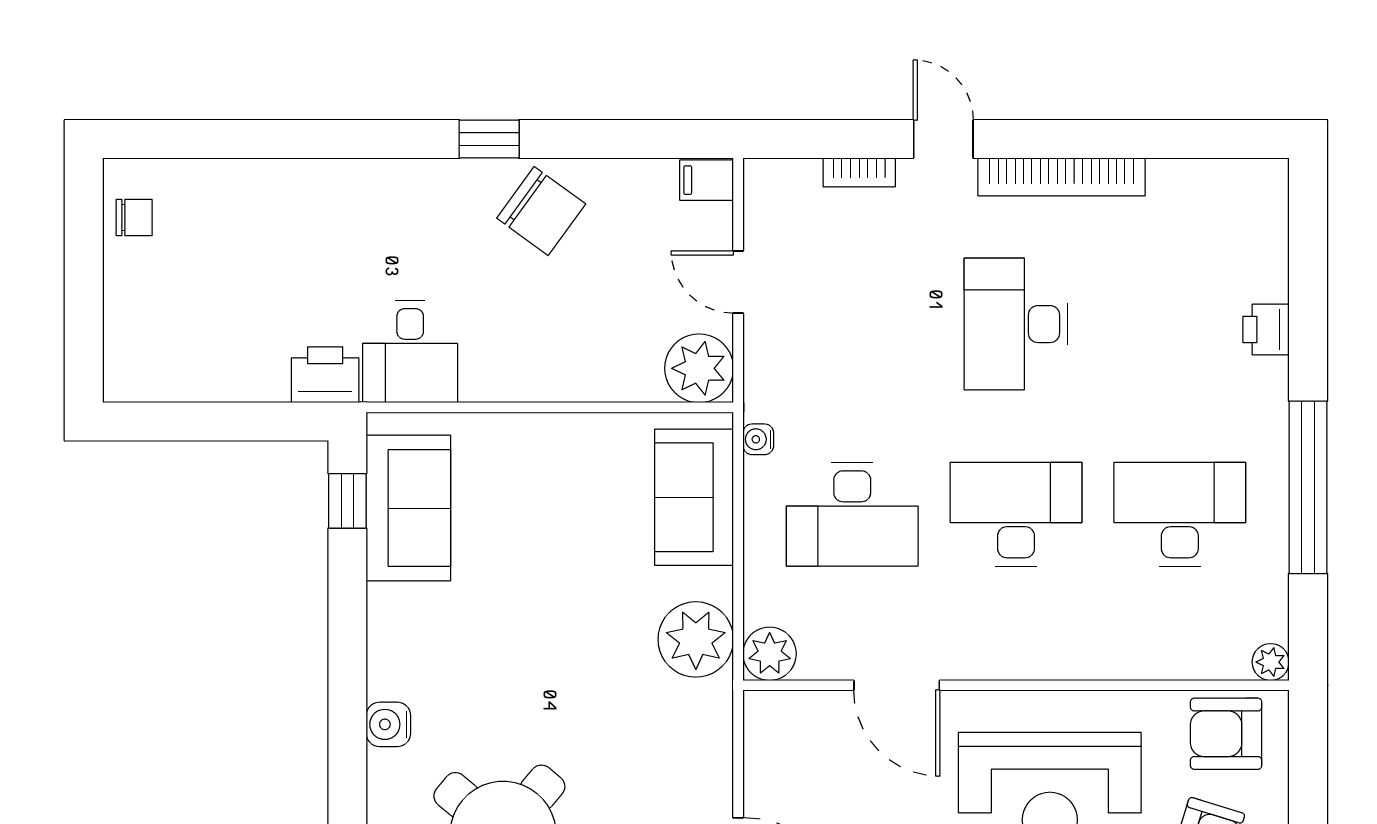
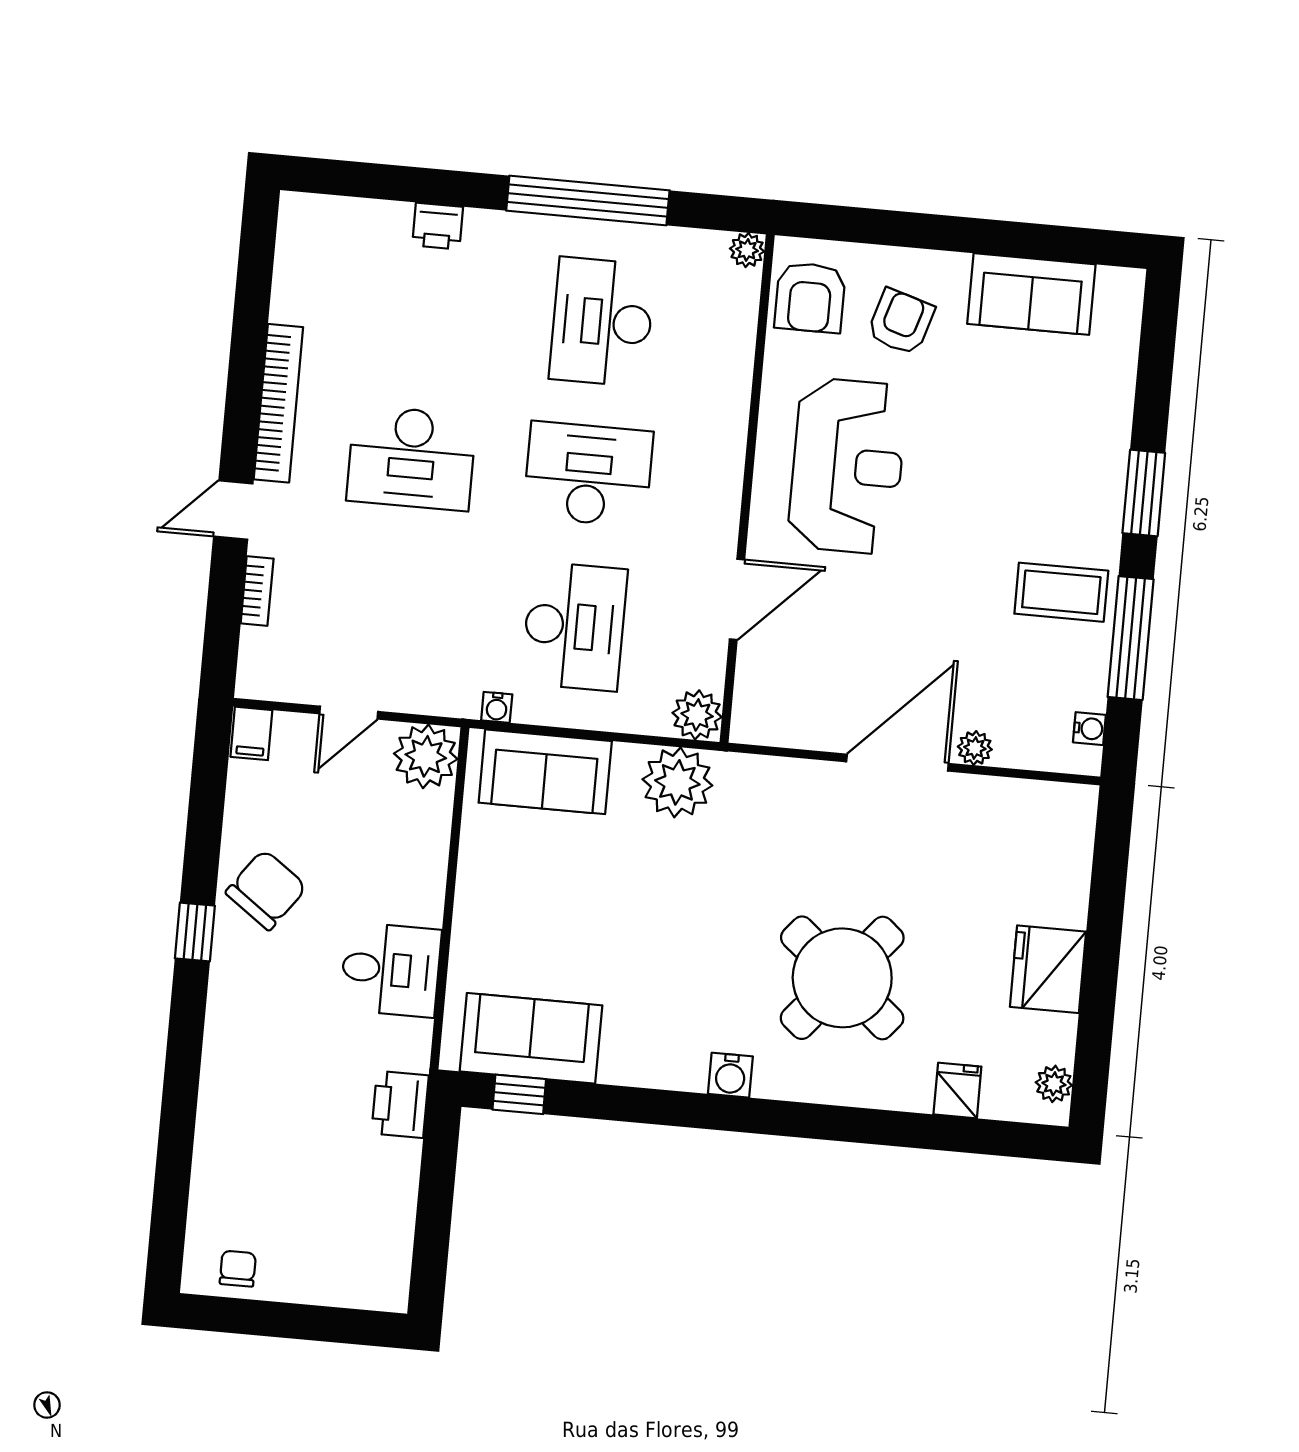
desk: (410, 352) -> (391, 970), moved
desk: (1016, 514) -> (588, 474), turned 90

